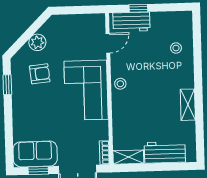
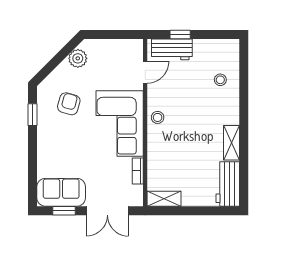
plant: (37, 42) -> (78, 58), moved
armchair: (40, 74) -> (69, 104), turned -68
workbench: (165, 152) -> (228, 184), moved, turned -90
bookcase: (104, 153) -> (138, 171), moved

